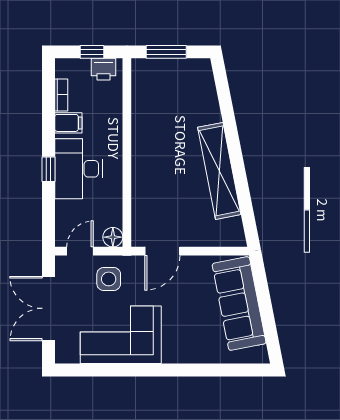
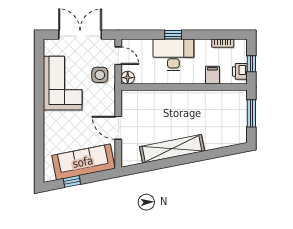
filing cabinet: (68, 123) -> (213, 75), moved, turned 180
door: (162, 251) -> (118, 128), moved
window: (268, 321) -> (72, 181), added

